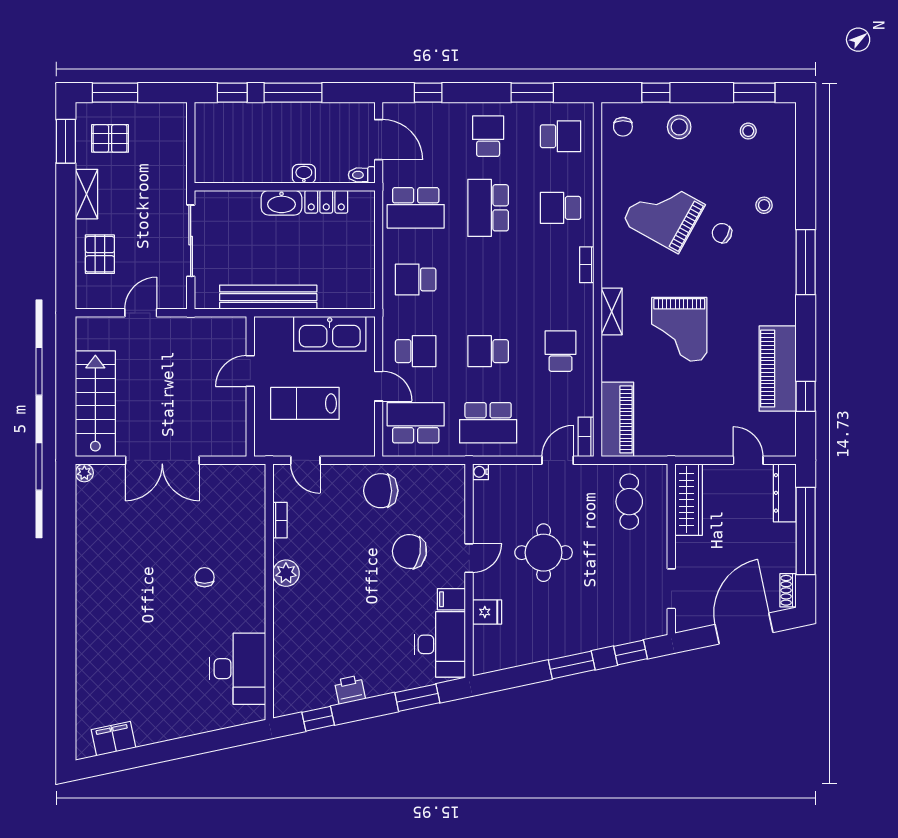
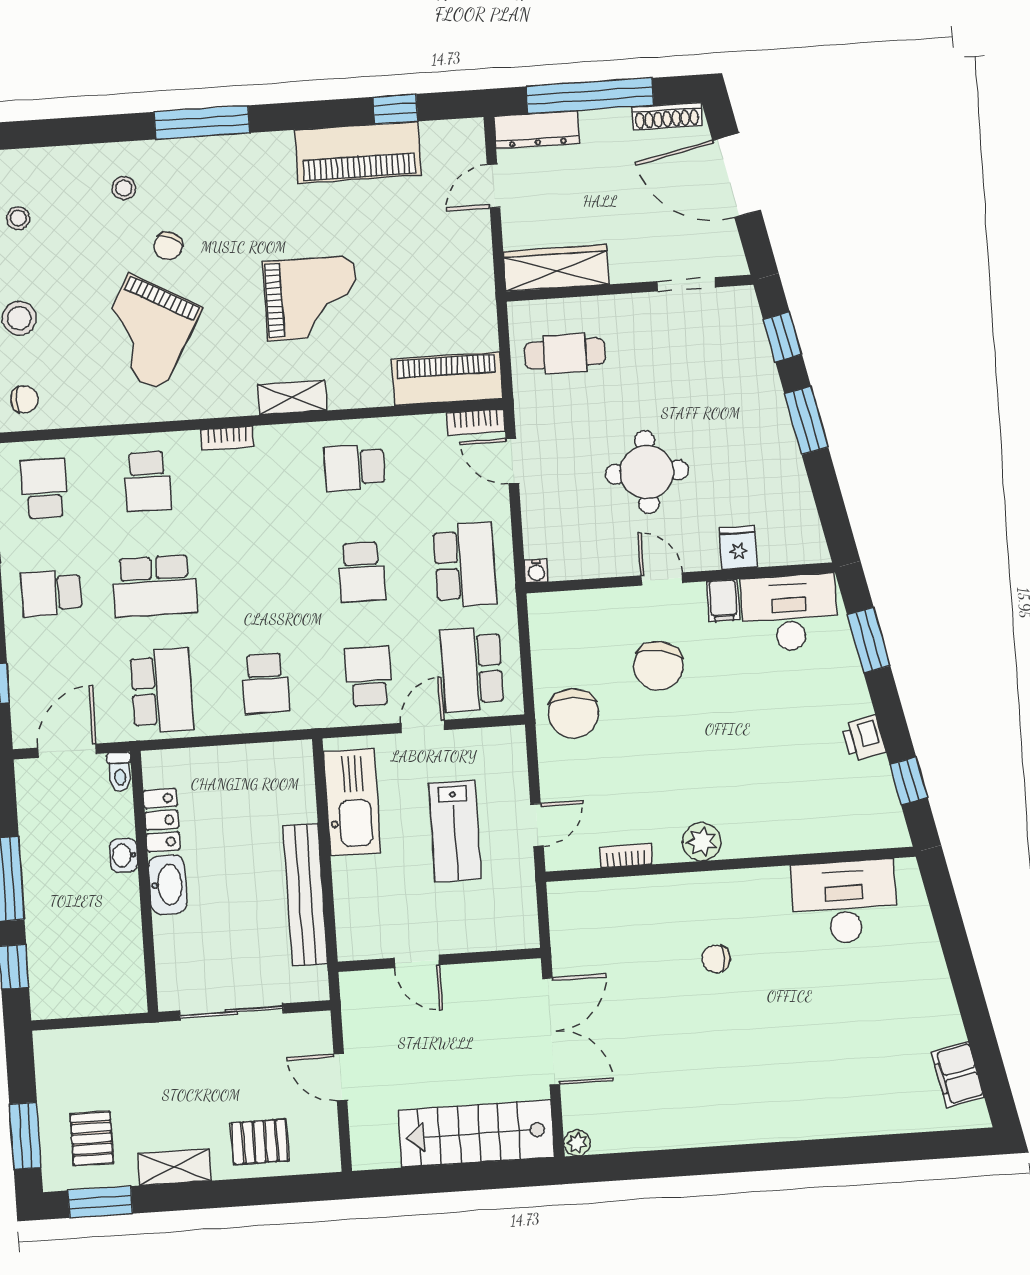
door: (250, 371) -> (417, 961), moved
wall: (250, 387) -> (439, 960), moved
shoe rack: (788, 590) -> (667, 116), width x1.43

